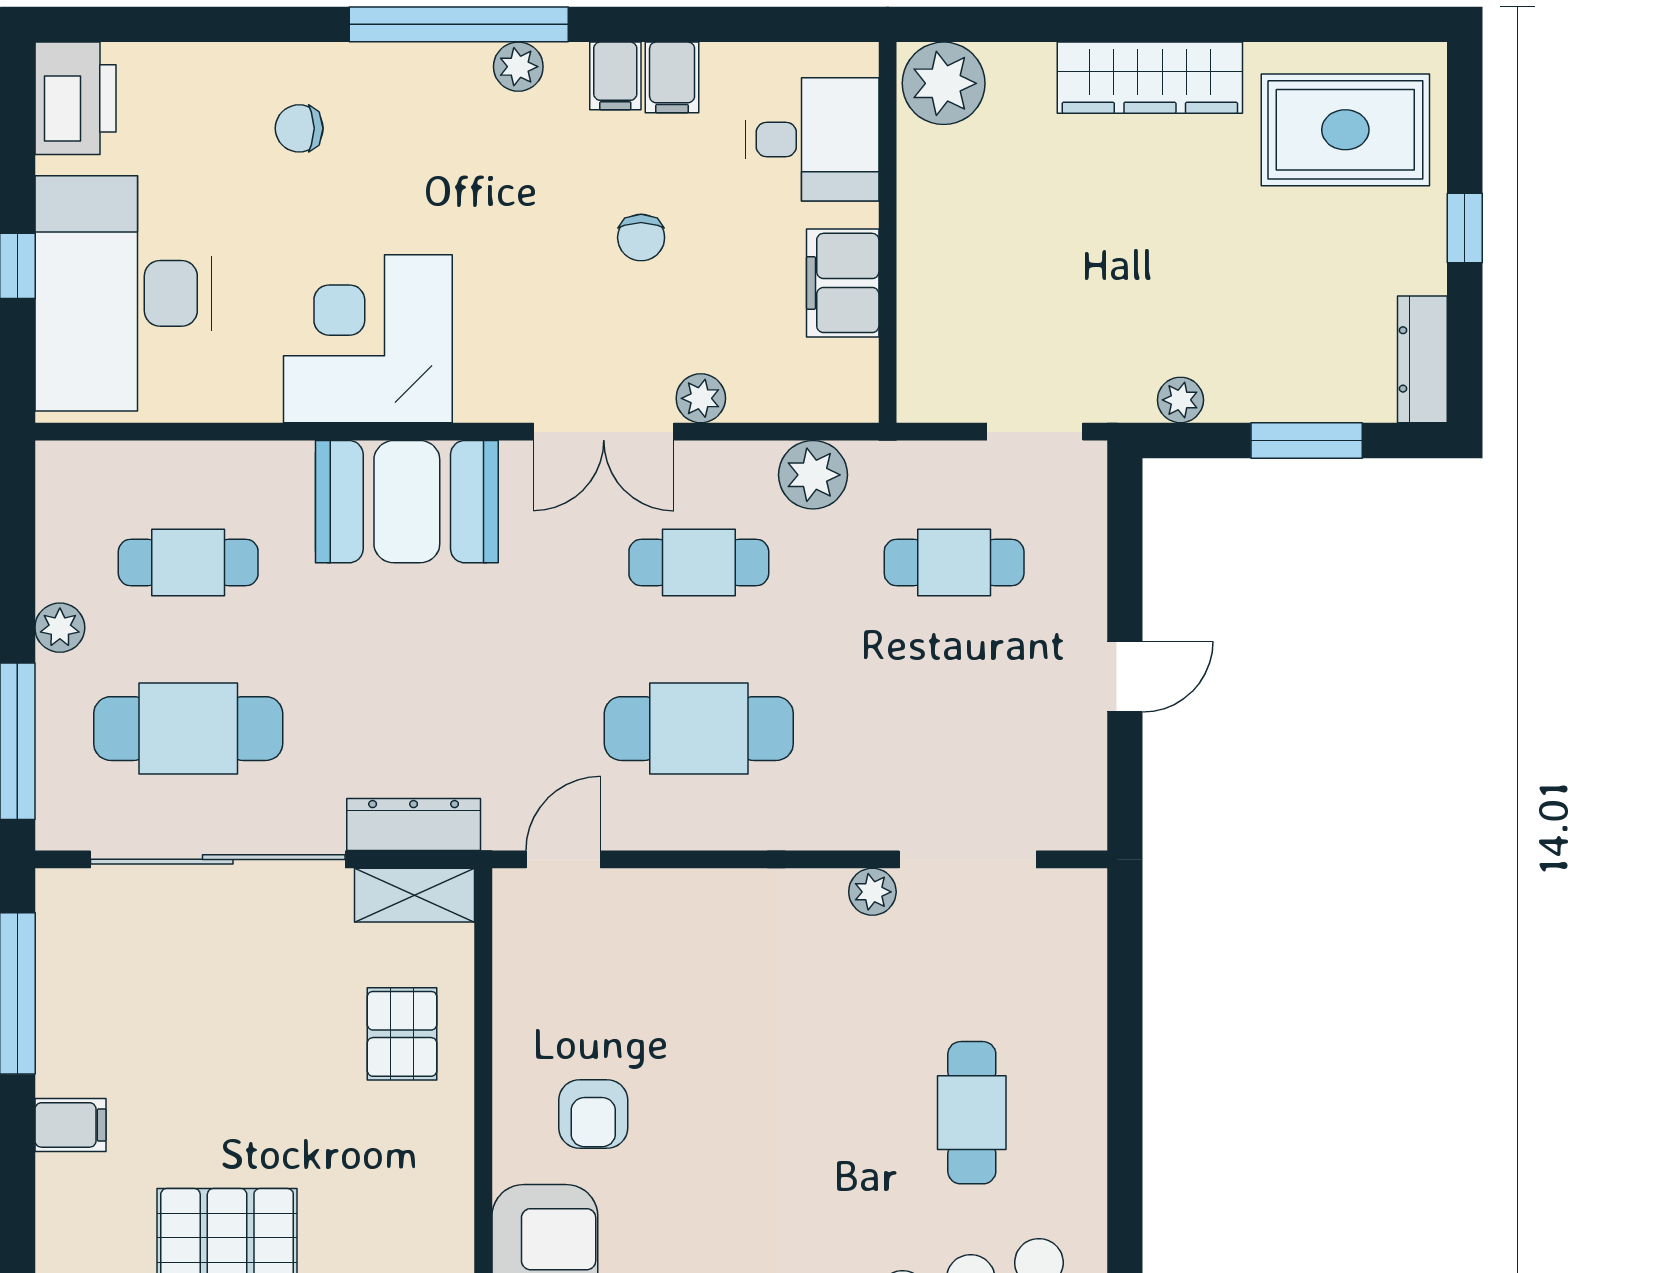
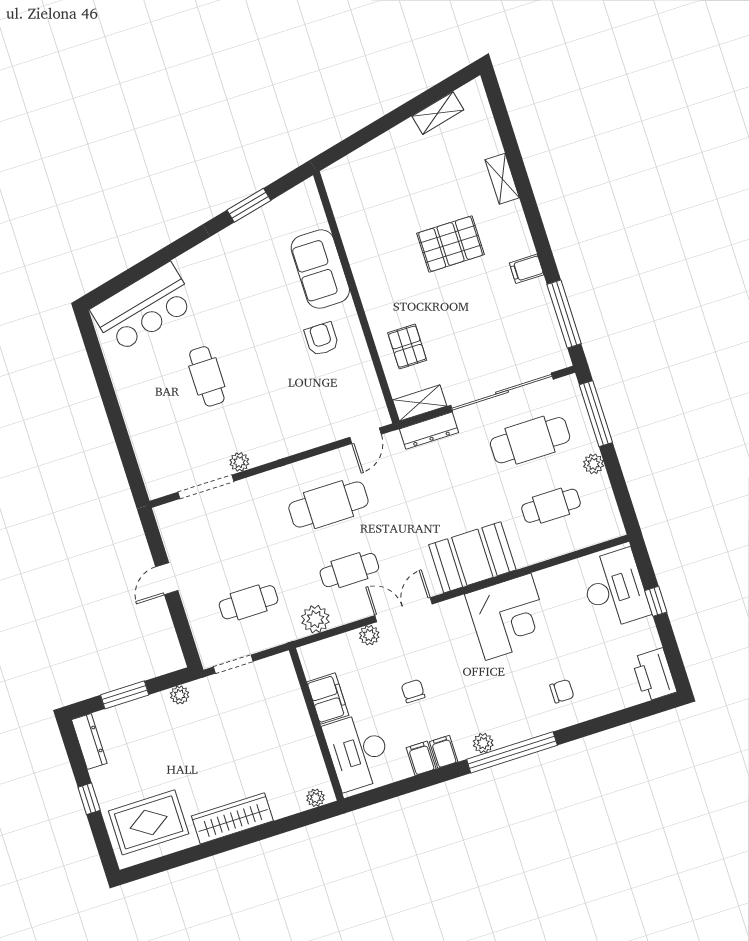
plant: (944, 83) -> (316, 798), width x0.53, depth x0.53
desk: (812, 139) -> (358, 751), width x1.37
desk: (123, 293) -> (615, 589), width x0.73, depth x0.77
cafe table: (972, 1113) -> (207, 376), moved

